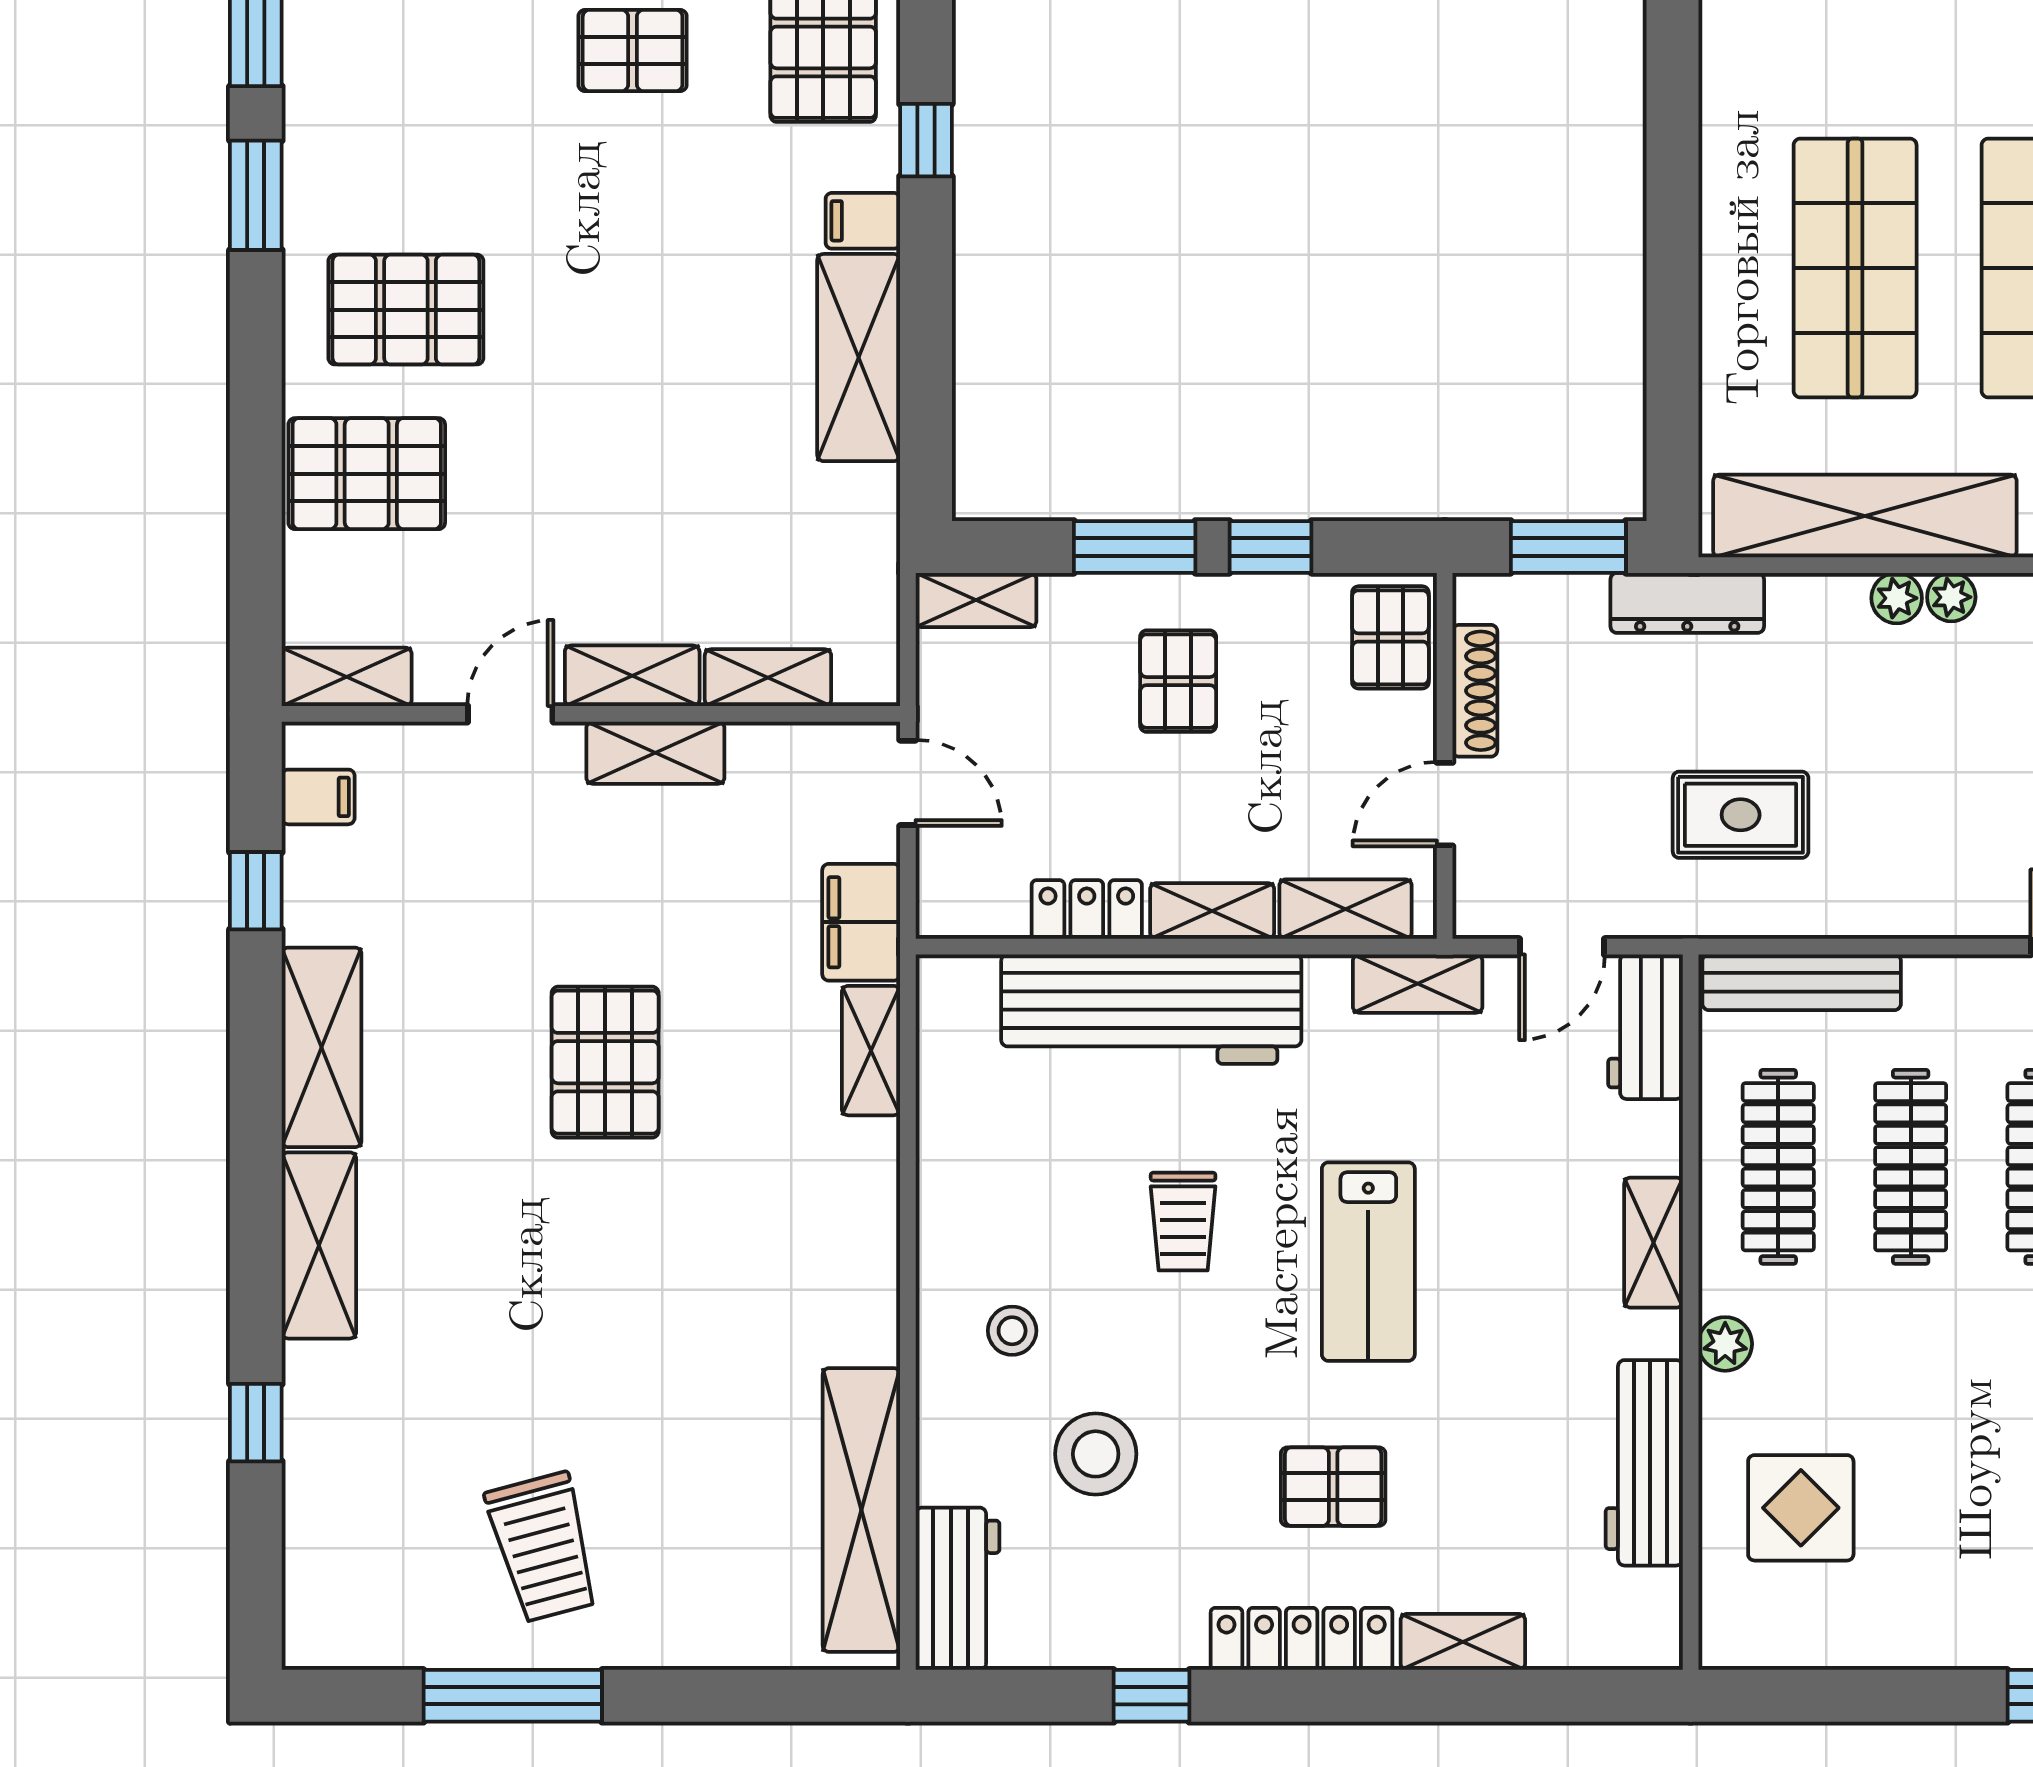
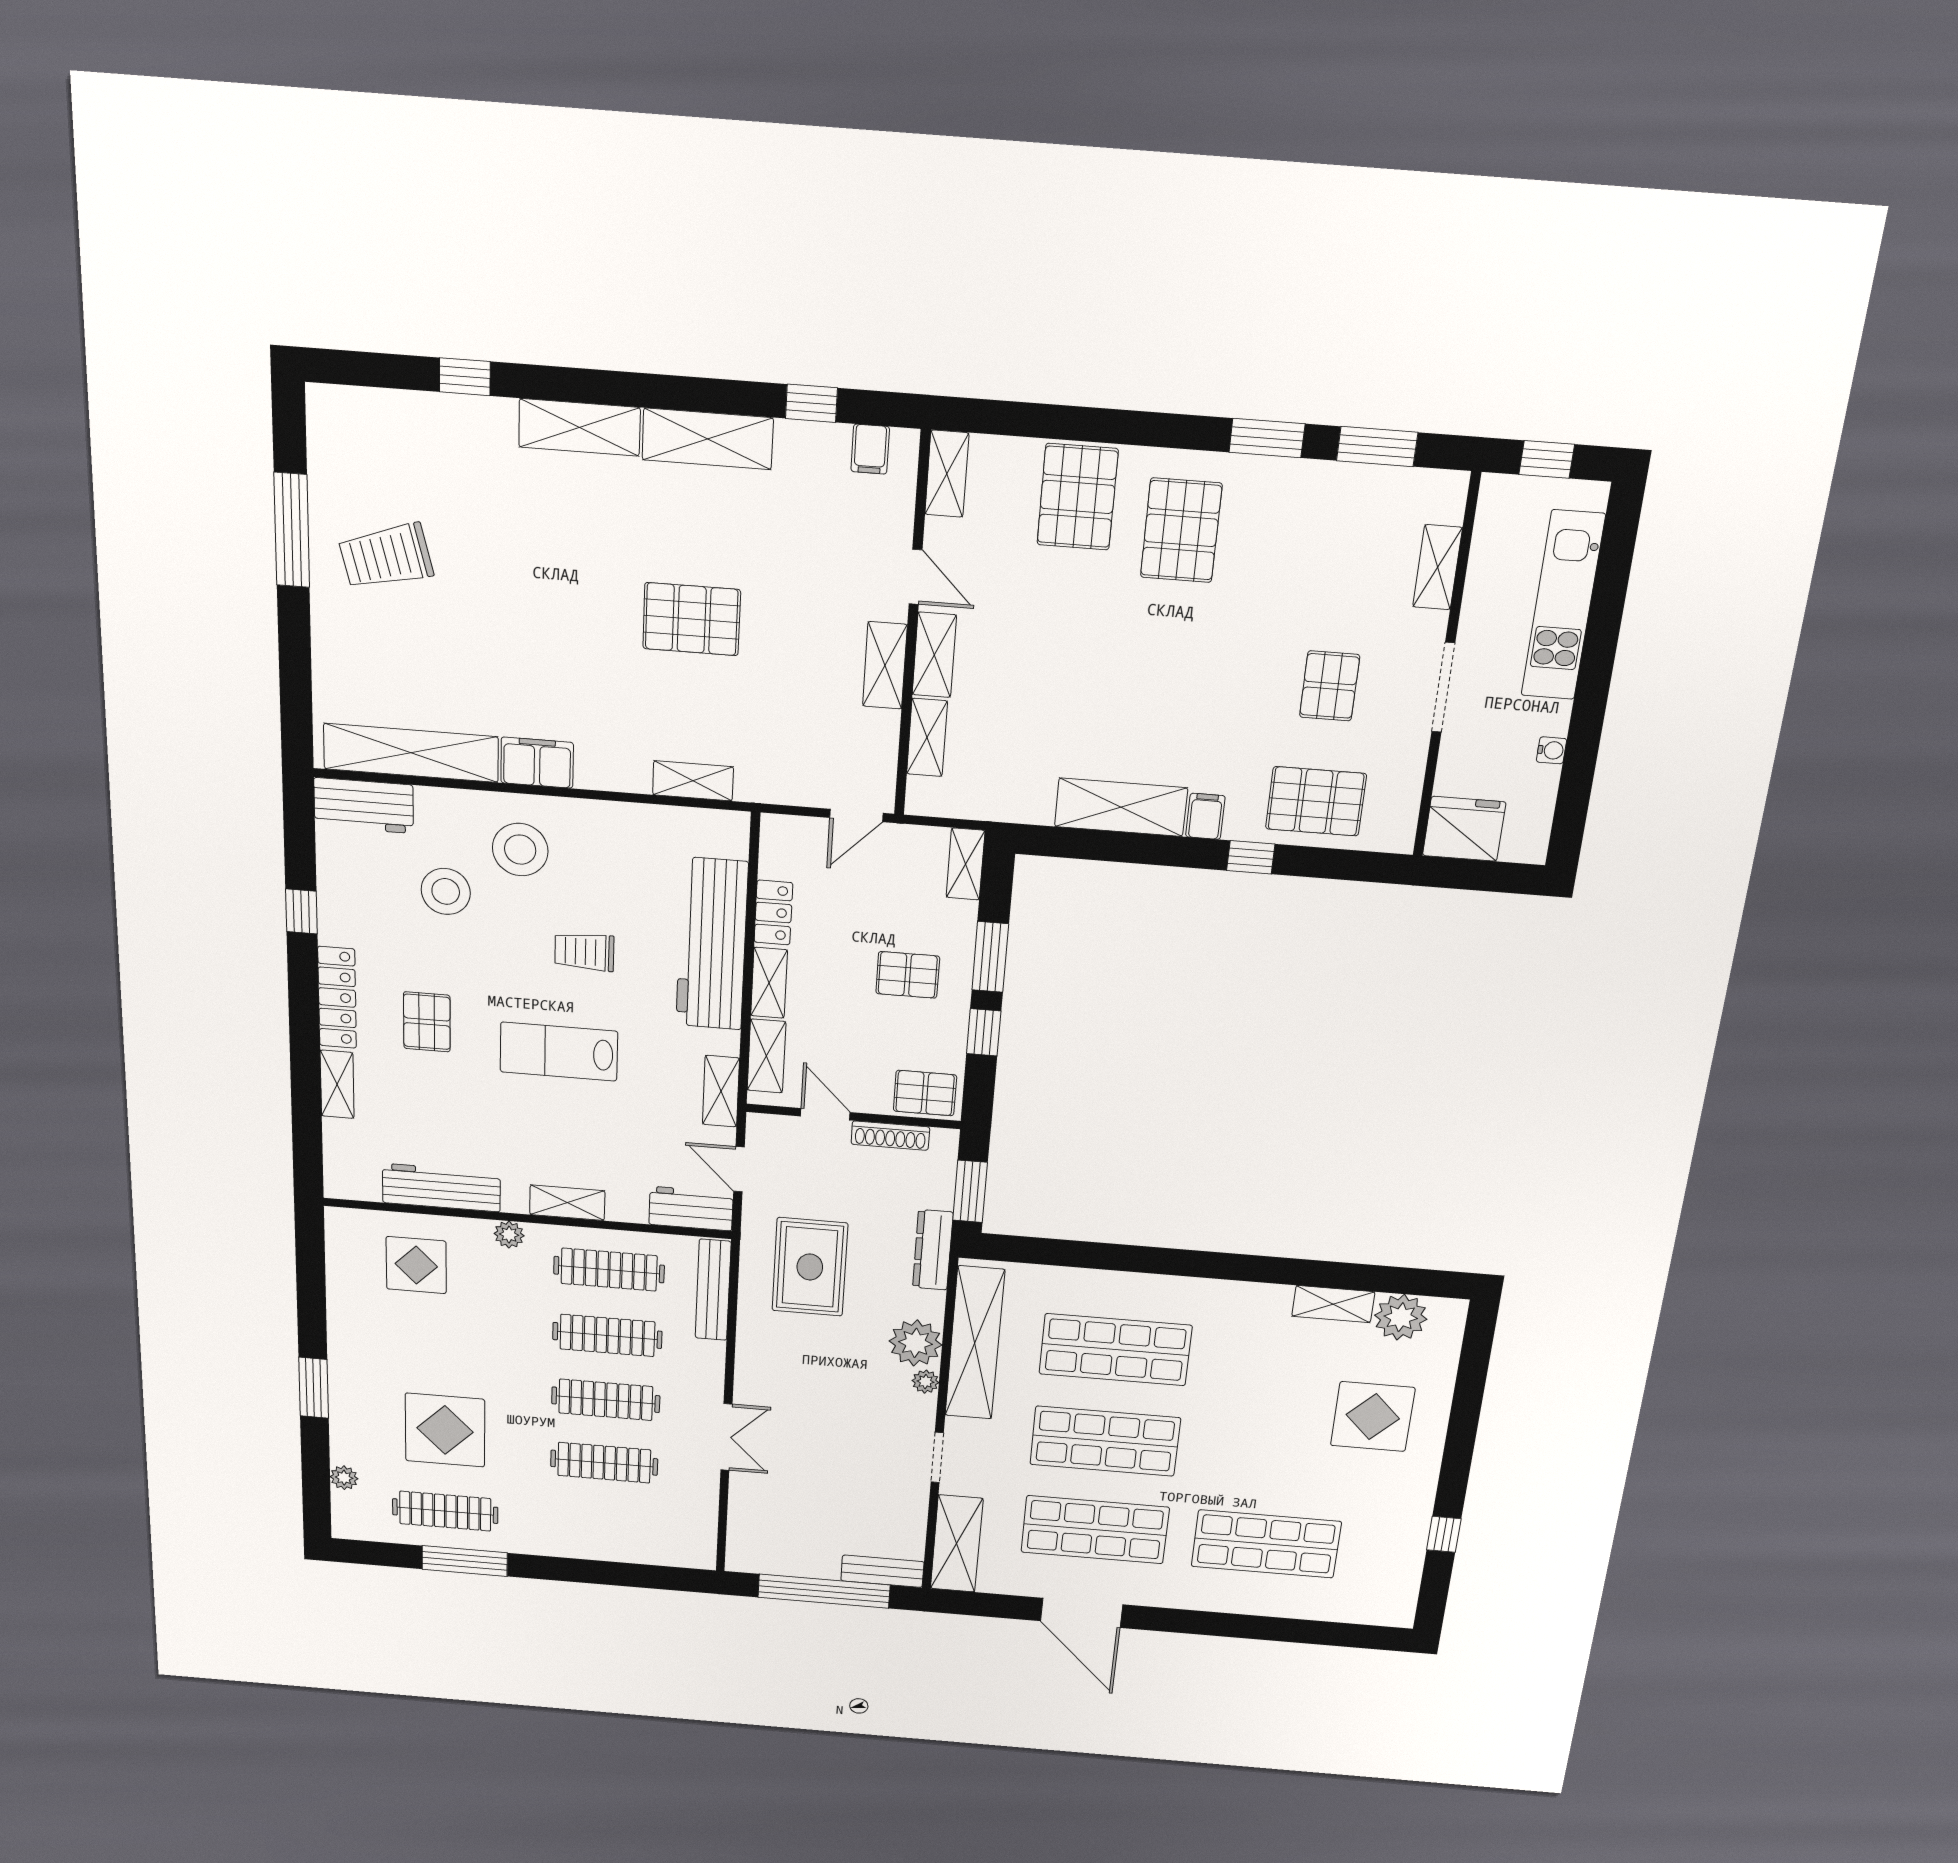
plant: (1897, 598) -> (916, 1343), width x1.88, depth x1.88
rug: (1741, 815) -> (810, 1267), width x1.36, depth x1.43
filing cabinet: (861, 922) -> (537, 763), moved
stool: (1012, 1331) -> (520, 850), width x1.89, depth x1.89

